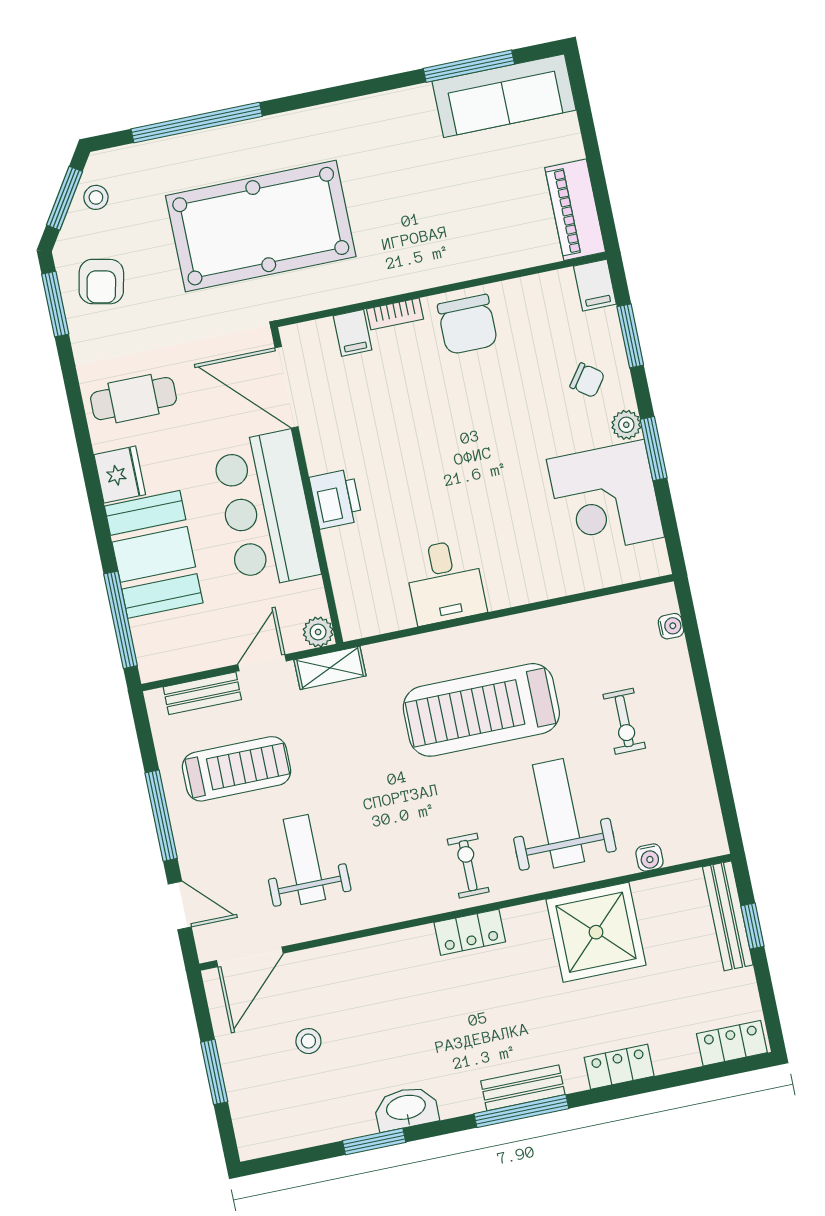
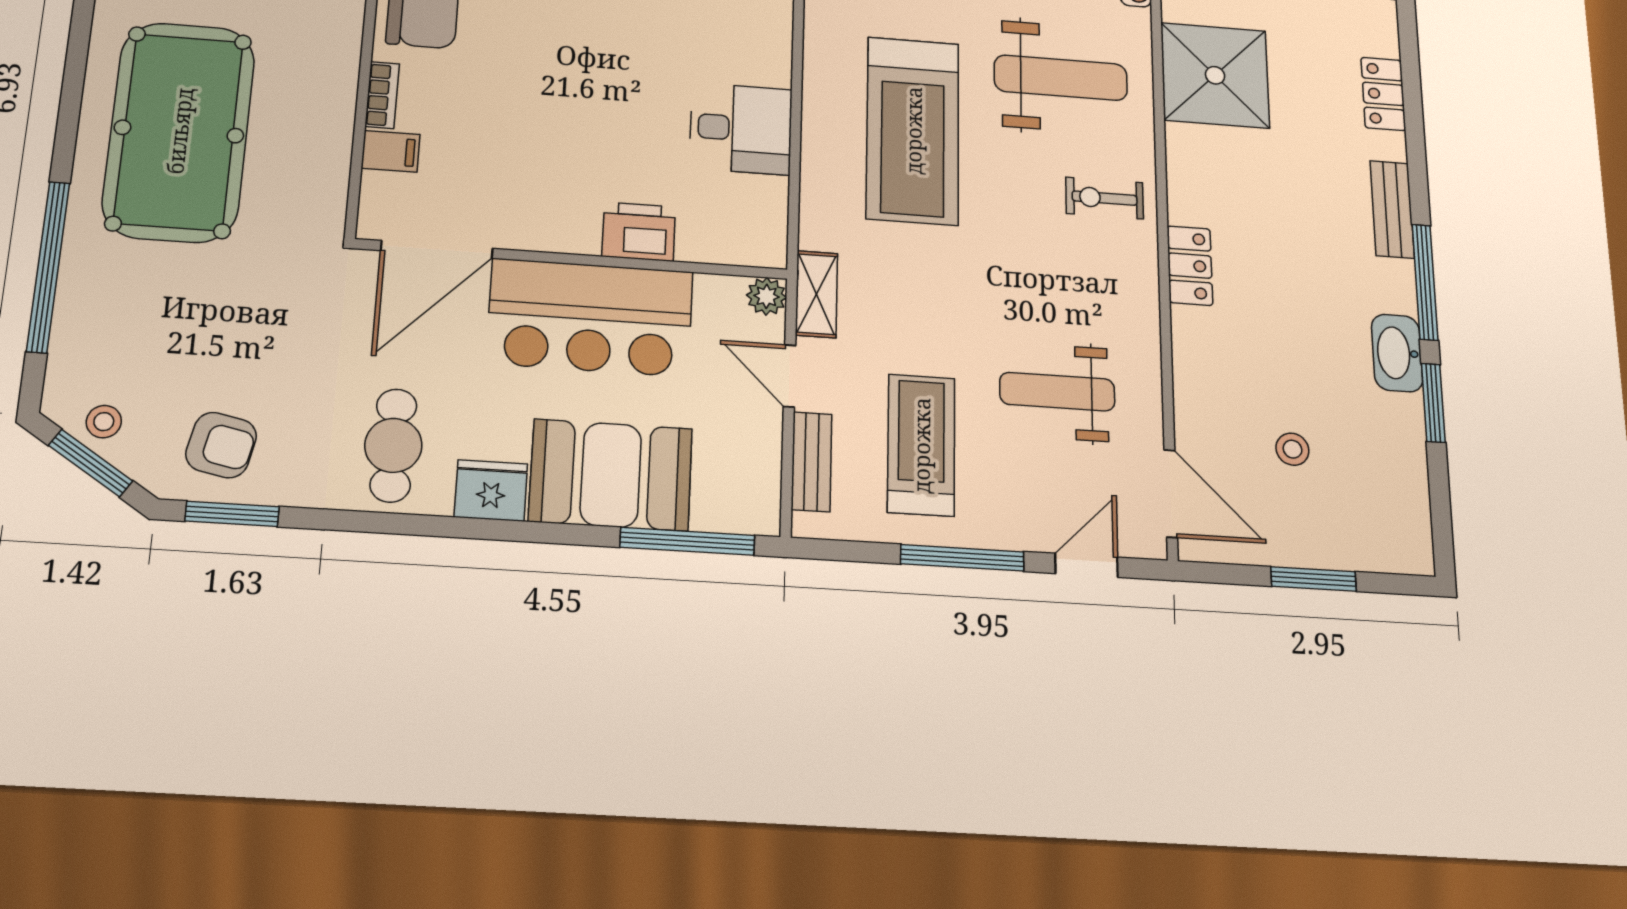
pool table: (261, 226) -> (179, 131), moved
printer: (336, 499) -> (639, 232), moved
weight bench: (558, 813) -> (1061, 78), turned 180
locker: (470, 932) -> (1190, 266), moved
window: (521, 1111) -> (1425, 282), moved

